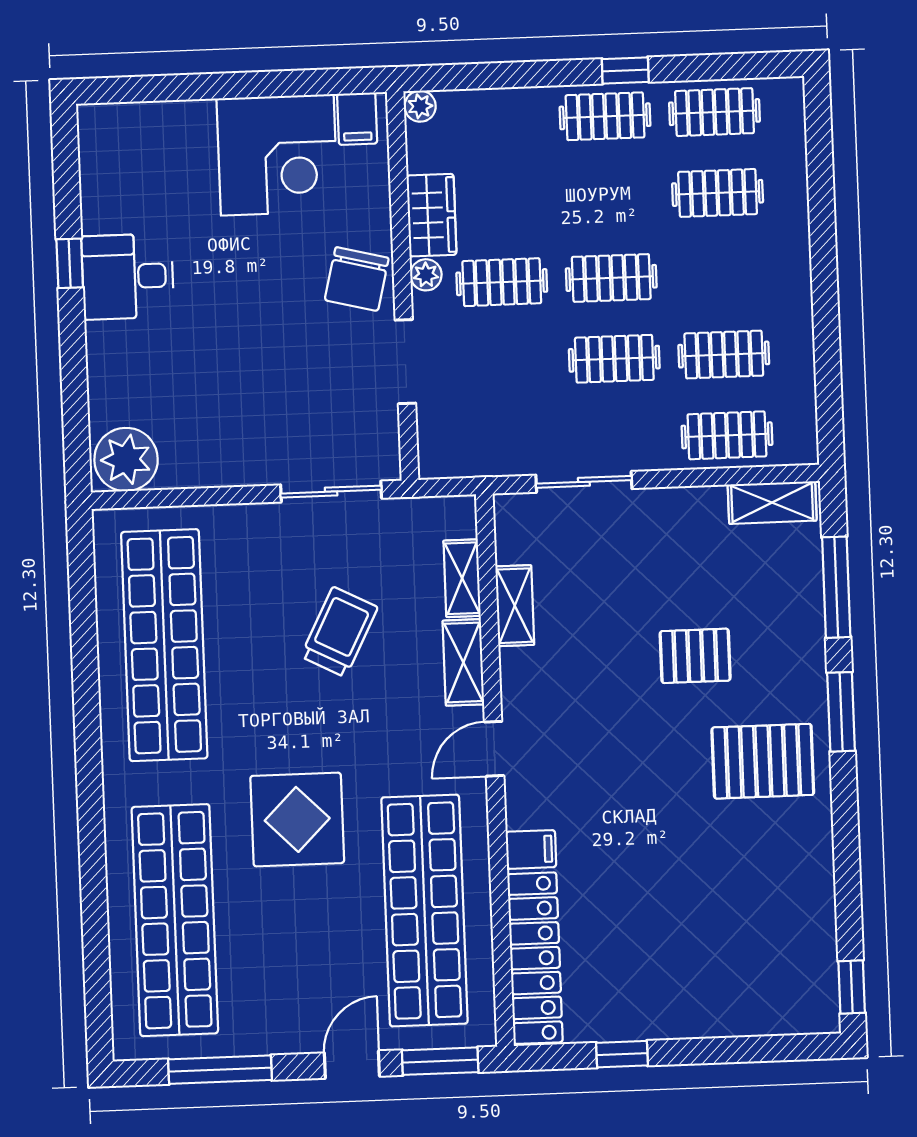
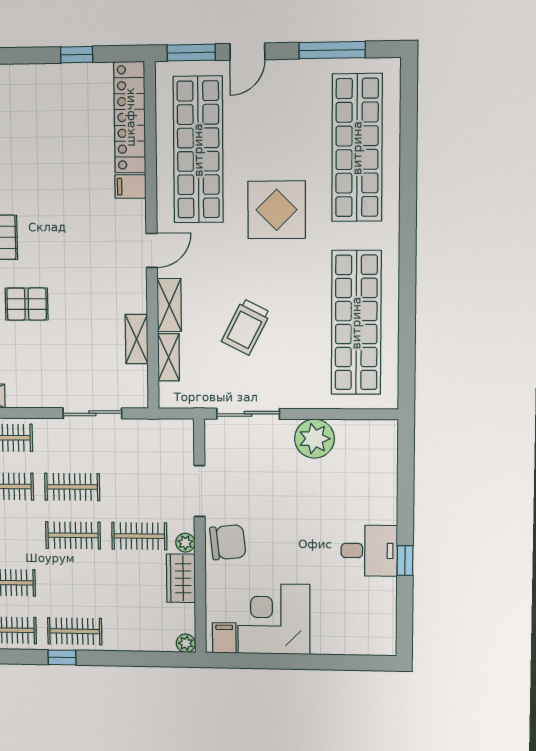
chair: (357, 279) -> (228, 542), turned 70
plant: (126, 460) -> (314, 439), moved

